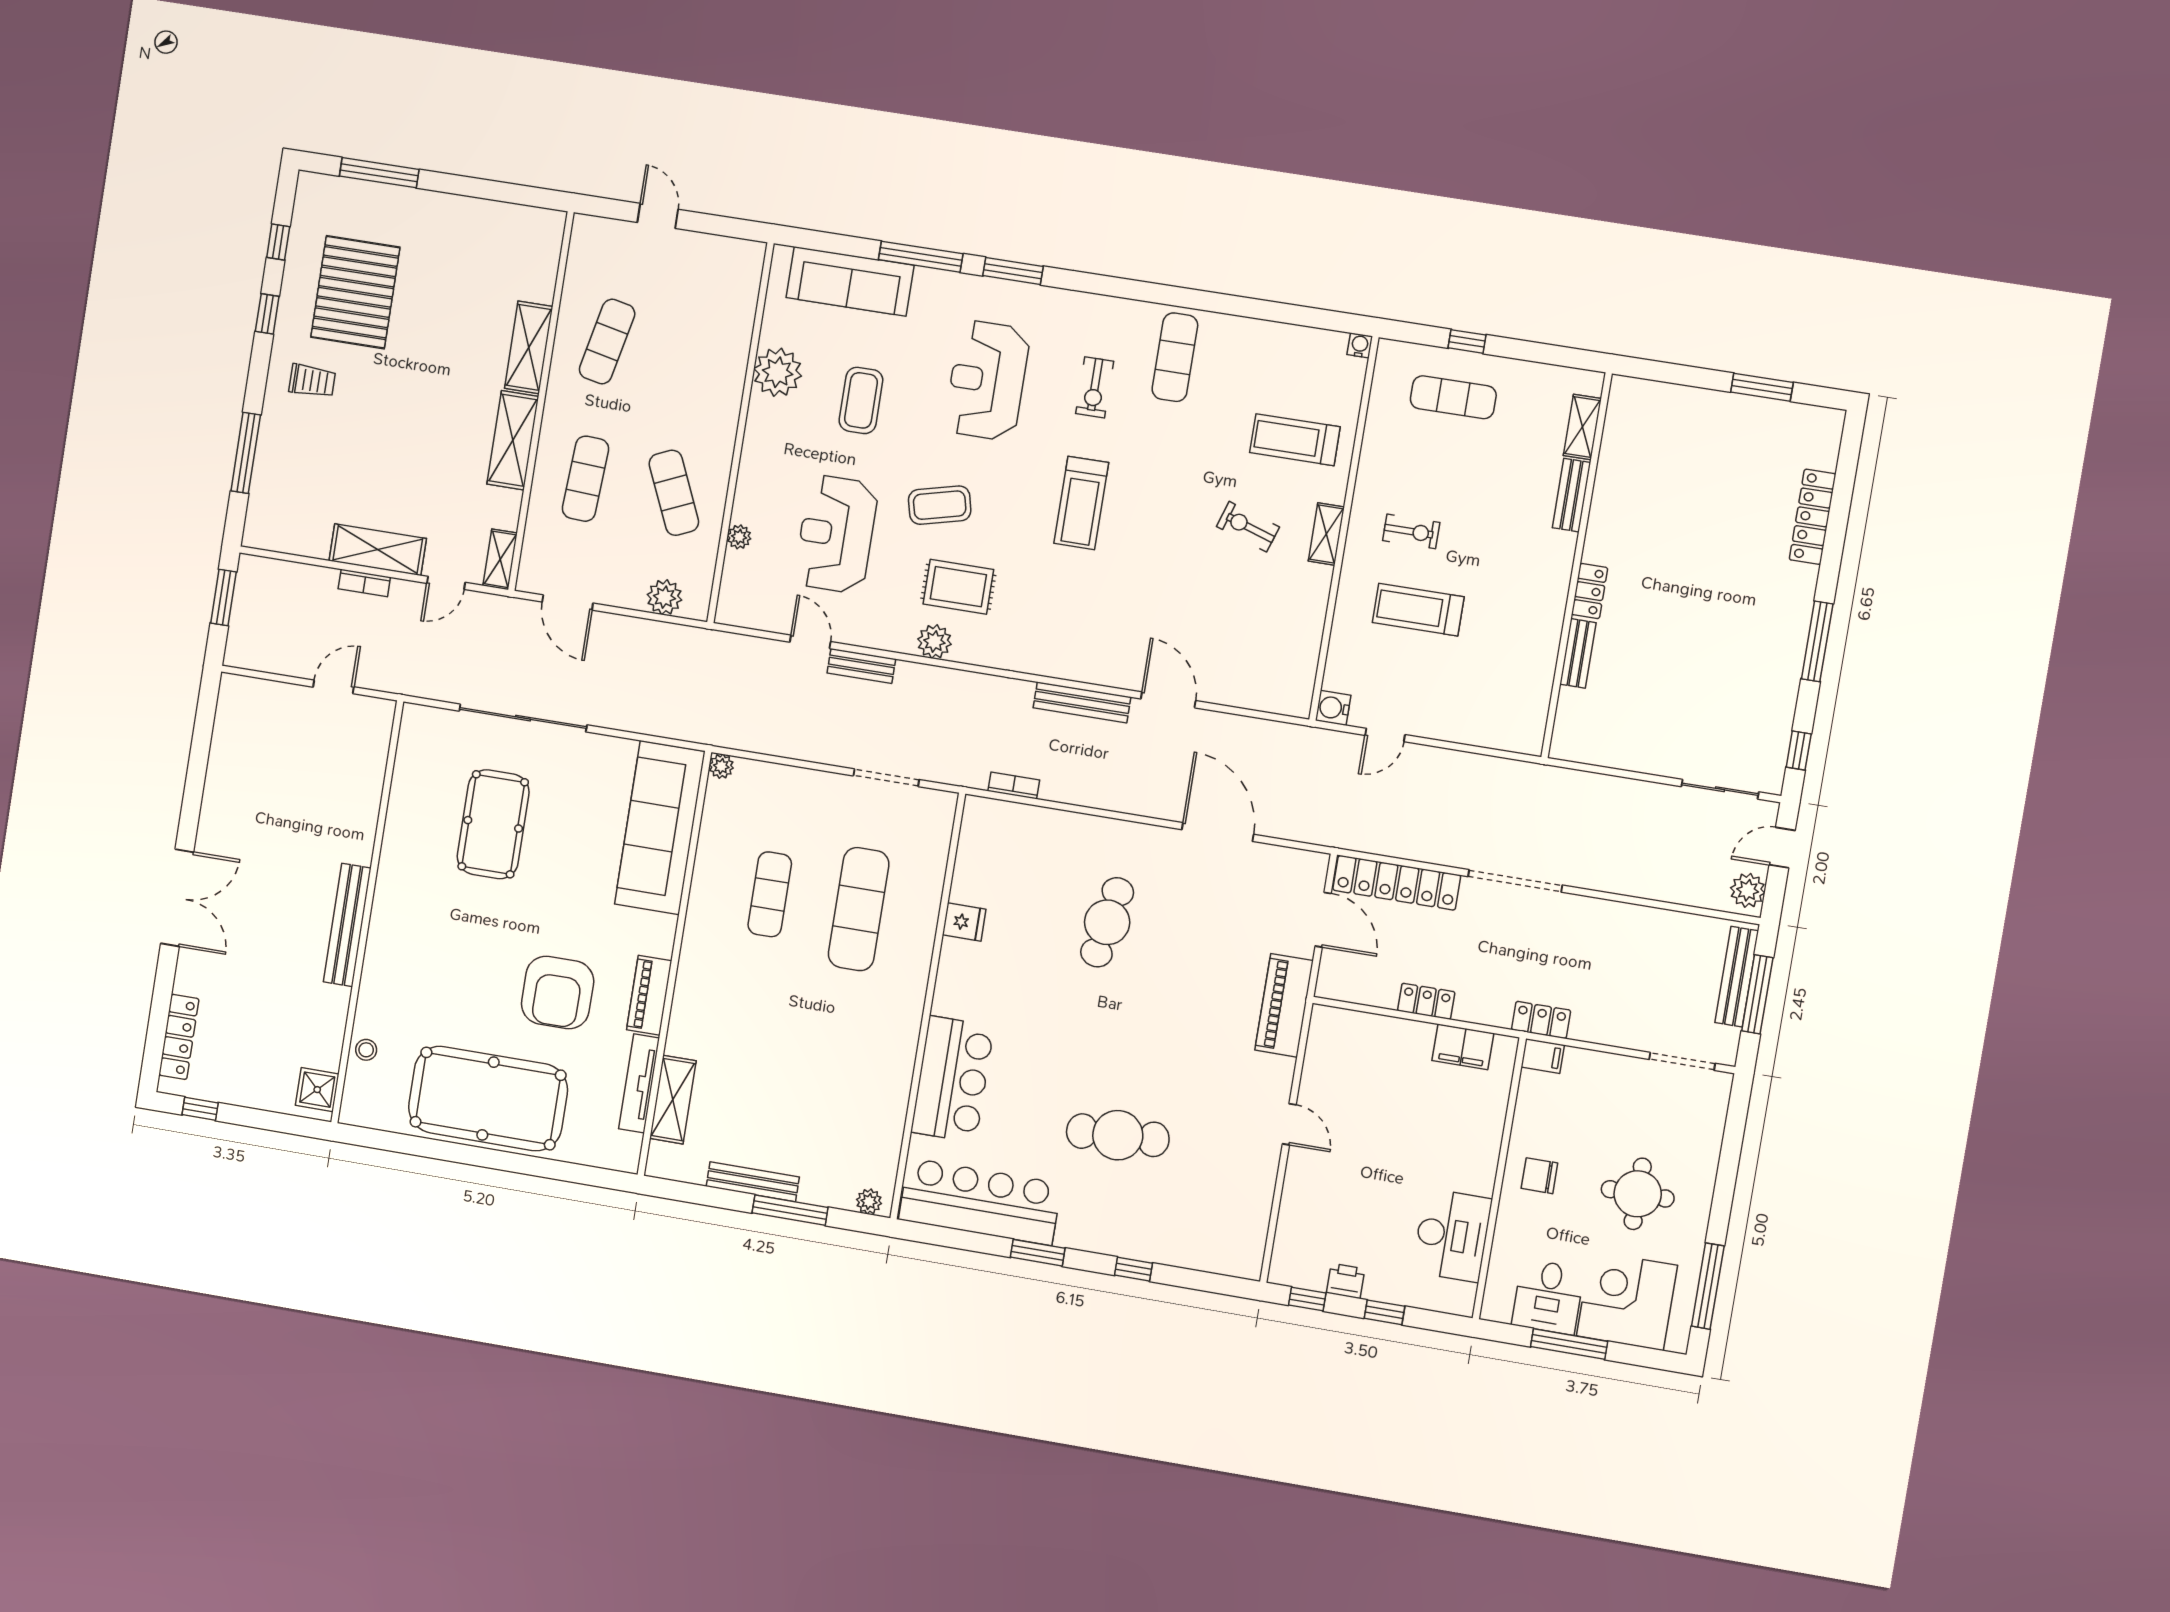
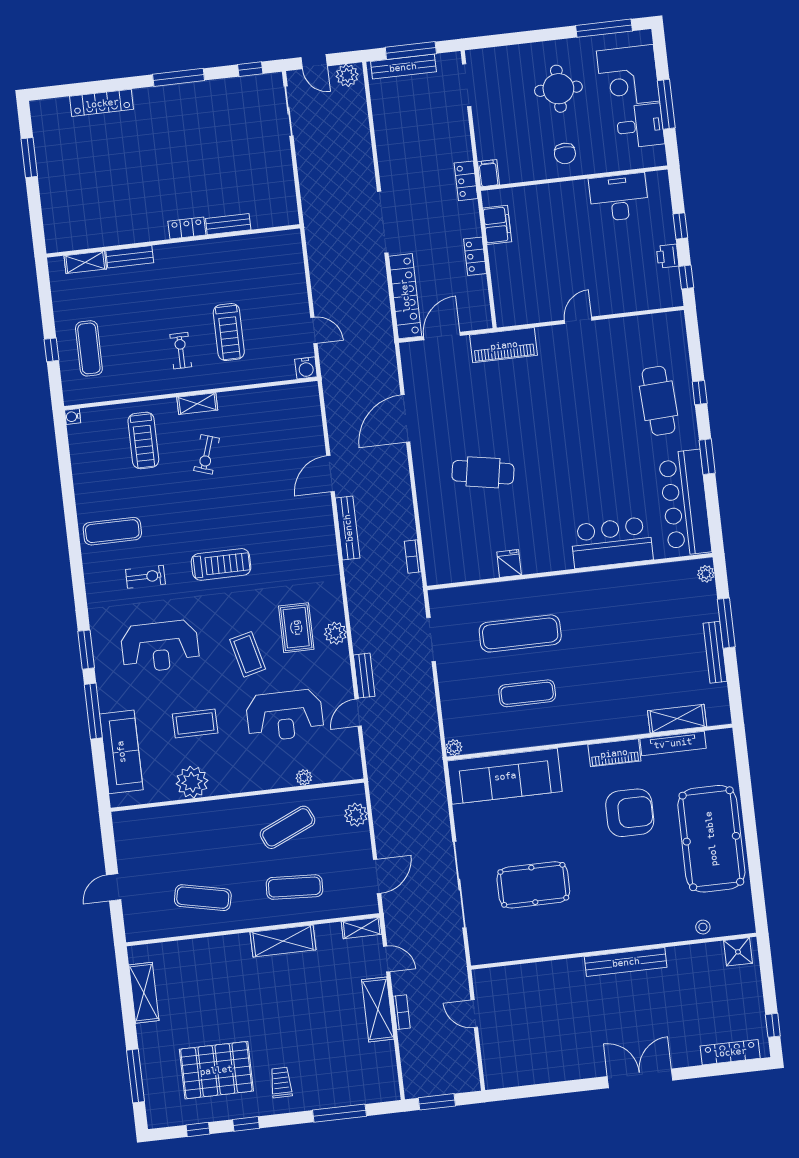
shelving: (529, 347) -> (144, 993), moved, turned 90
cafe table: (1118, 1135) -> (659, 401), moved

